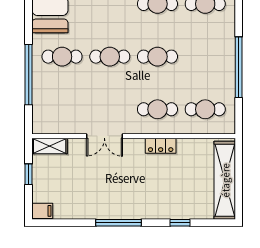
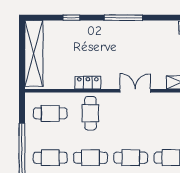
cafe table: (205, 57) -> (50, 158), added
cafe table: (157, 109) -> (90, 113), turned 90

